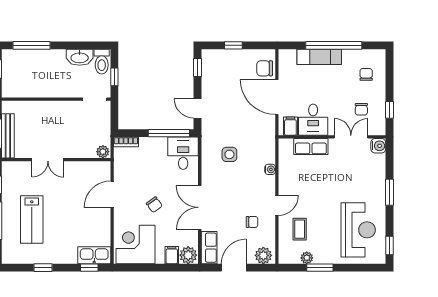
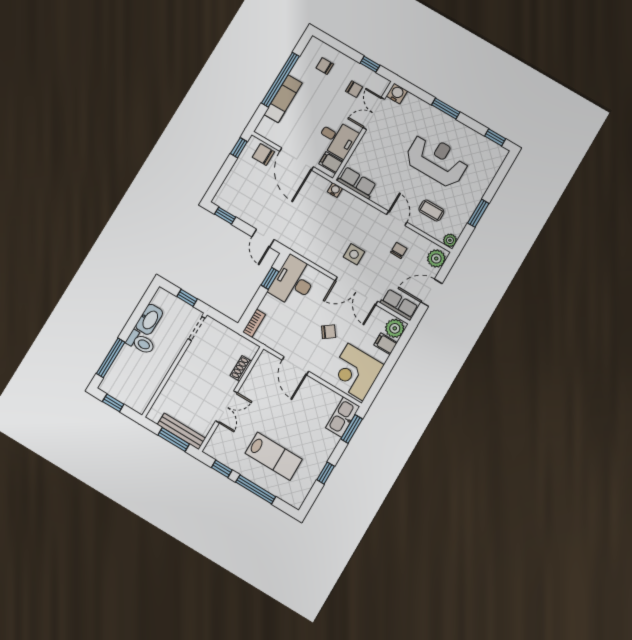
window: (233, 45) -> (239, 148), moved
toilet: (102, 62) -> (141, 342), moved
chair: (265, 68) -> (263, 154), turned 90
door: (277, 97) -> (297, 159), hinge flipped
door: (197, 108) -> (263, 238), hinge flipped
window: (169, 133) -> (270, 278), width x0.46
row of seats: (311, 147) -> (357, 183), moved, turned -90
plant: (103, 152) -> (250, 350), removed
shoe rack: (84, 153) -> (241, 368), added
desk: (183, 153) -> (293, 281), width x1.37
side table: (229, 154) -> (354, 254), moved
water cooler: (270, 169) -> (335, 190), moved
reception desk: (358, 230) -> (437, 160), moved
plant: (307, 258) -> (450, 240), moved
window: (89, 268) -> (352, 429), width x1.50
door: (234, 268) -> (432, 293), hinge flipped

